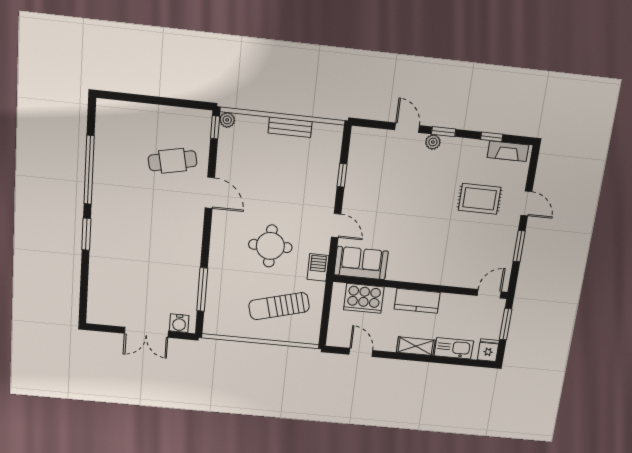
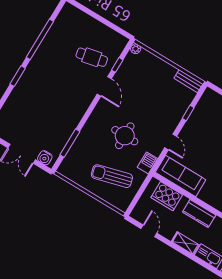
window: (215, 127) -> (117, 65), moved
bench: (290, 127) -> (188, 81), moved
sofa: (361, 263) -> (181, 176), width x1.36

